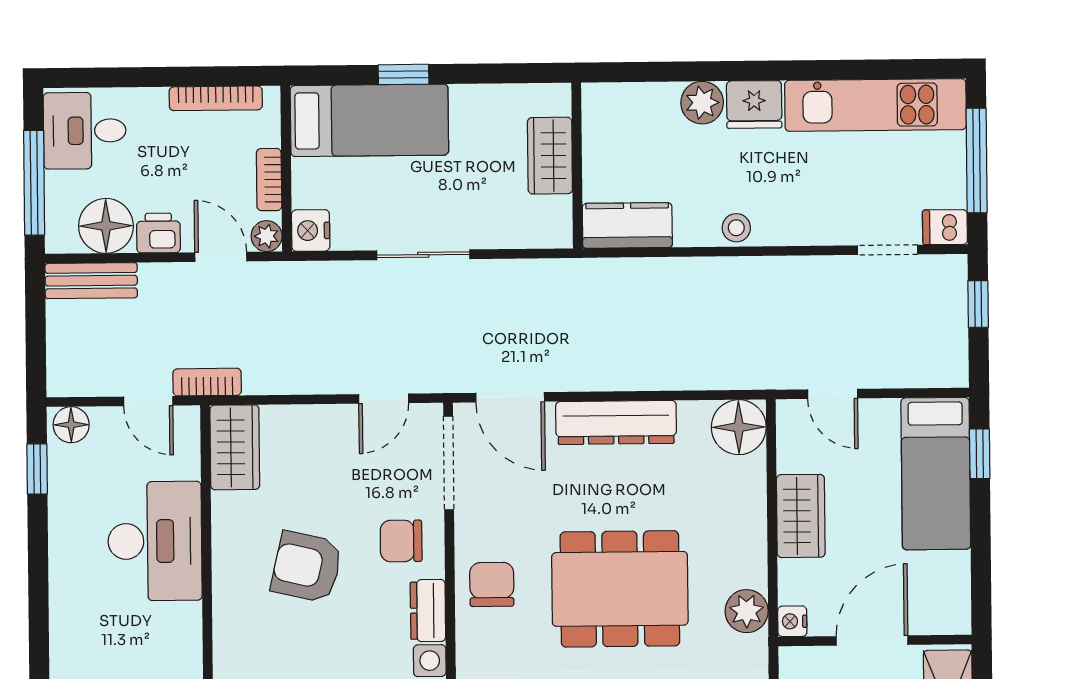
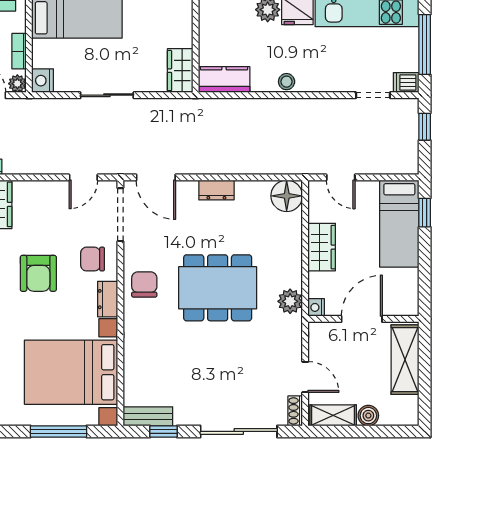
wardrobe: (550, 156) -> (180, 71), moved
dresser: (616, 422) -> (216, 190), width x0.51, depth x0.80
armchair: (307, 567) -> (38, 273), turned -103

